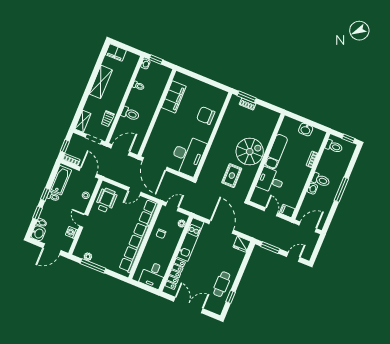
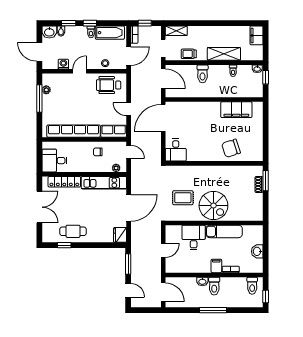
shelving: (101, 82) -> (224, 54), moved
chair: (206, 116) -> (231, 148), turned -108
desk: (188, 156) -> (176, 150), width x0.53, depth x0.77
wheelchair: (106, 200) -> (109, 85), turned 180
filing cabinet: (287, 211) -> (216, 266), moved

